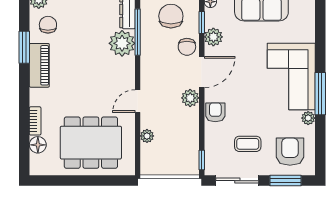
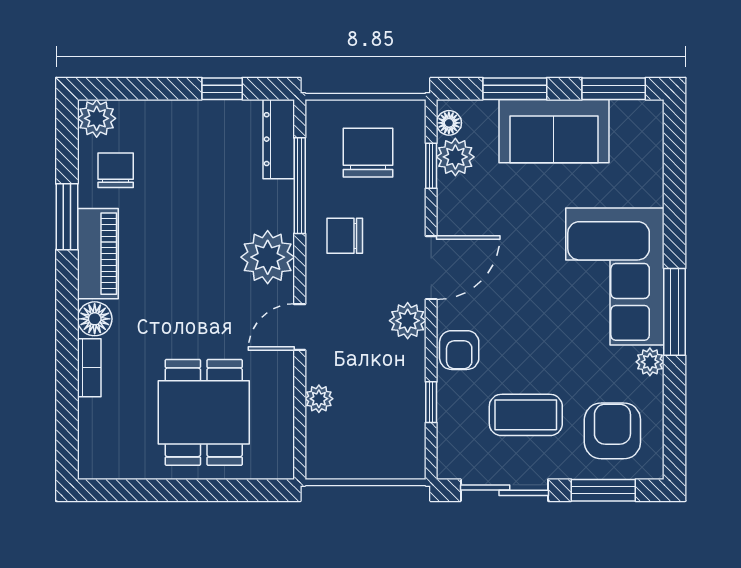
plant: (213, 37) -> (455, 157), moved
plant: (122, 43) -> (268, 257), moved
chair: (187, 47) -> (345, 236), moved, turned 90
armchair: (215, 112) -> (459, 350), turned 180
dining table: (91, 143) -> (204, 412), width x0.73
coffee table: (248, 144) -> (526, 415), width x1.36, depth x1.30
floor lamp: (38, 145) -> (95, 319), moved
window: (202, 160) -> (431, 402), moved

